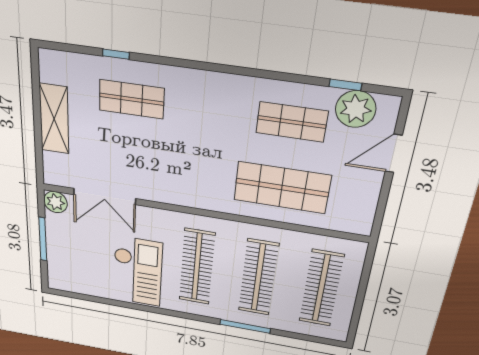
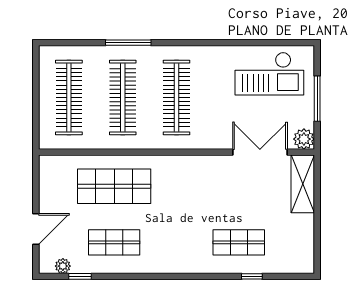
plant: (356, 109) -> (63, 266), width x0.53, depth x0.53
shelving: (54, 119) -> (303, 184), moved
checkout: (138, 271) -> (269, 74), moved, turned -90

